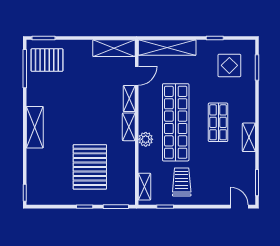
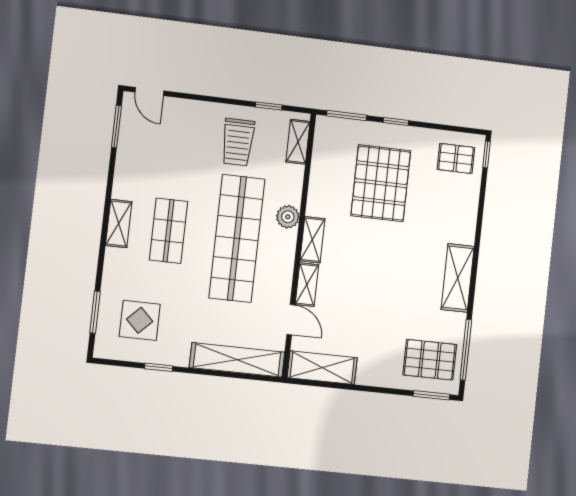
door: (137, 76) -> (291, 320), swing flipped
shelving: (35, 127) -> (458, 278), moved
shelving: (249, 137) -> (119, 224), moved
pallet: (44, 188) -> (456, 158), added

